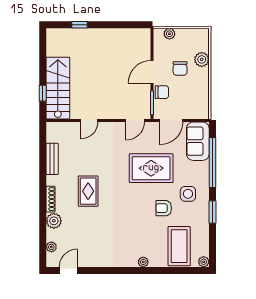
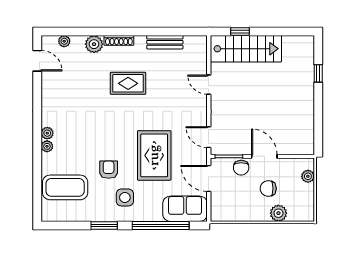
plant: (204, 262) -> (47, 133), moved

